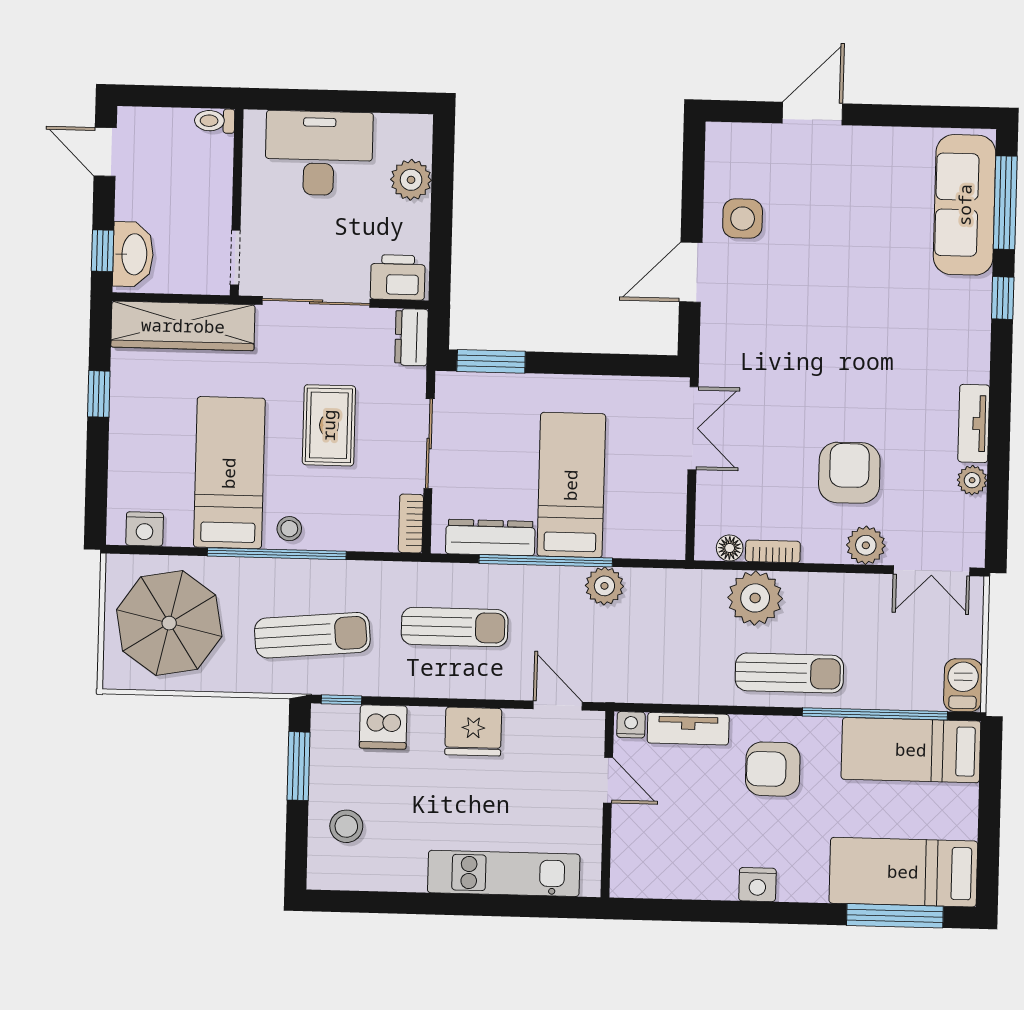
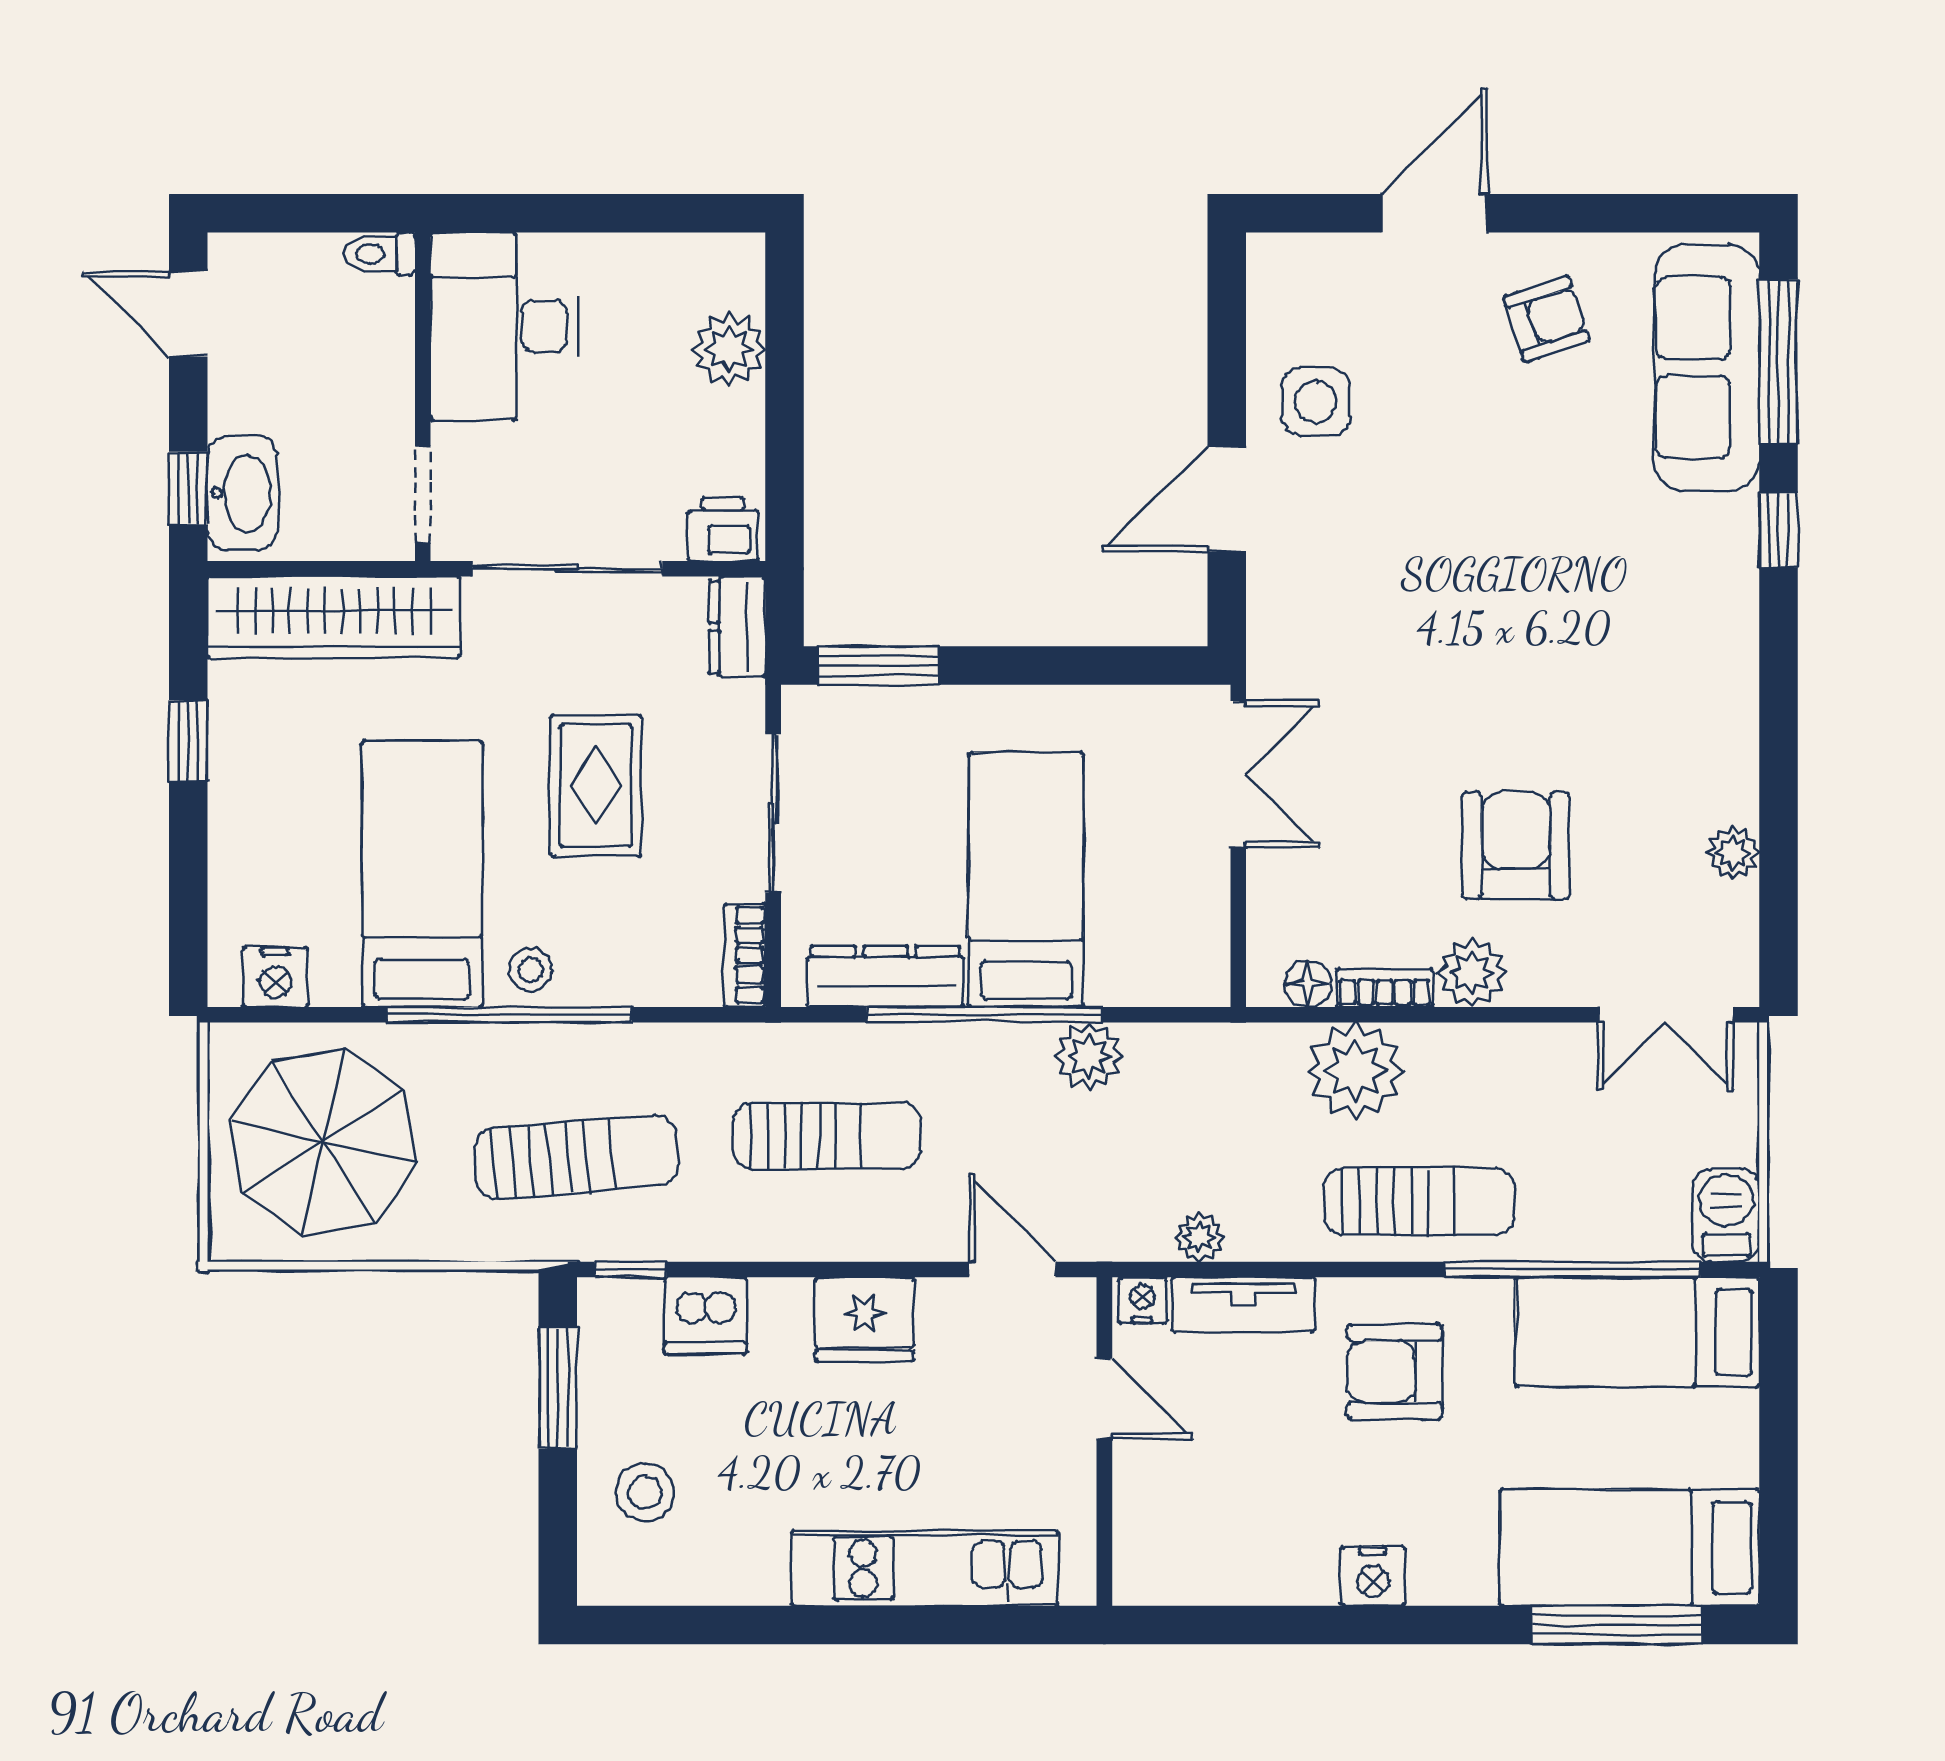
desk: (319, 153) -> (504, 326), moved, turned -90
armchair: (875, 175) -> (1547, 319), added
printer: (398, 277) -> (723, 529), width x0.73, depth x0.81
tv unit: (974, 423) -> (1733, 753), removed
plant: (866, 545) -> (1472, 973), moved
plant: (664, 690) -> (1199, 1237), added

